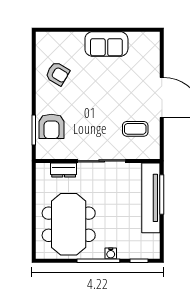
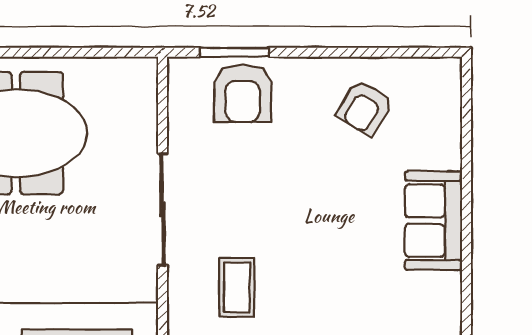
armchair: (51, 126) -> (243, 93), turned -90
dresser: (64, 170) -> (142, 121), removed

